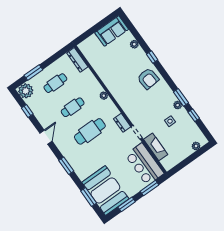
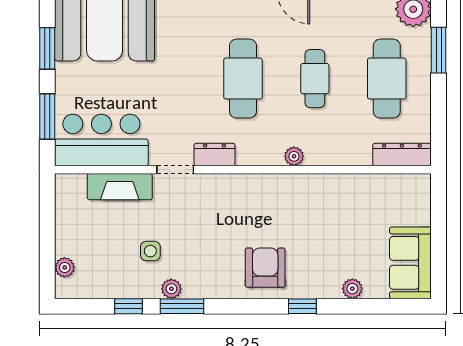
armchair: (148, 79) -> (265, 268), turned 95
cafe table: (55, 83) -> (387, 79), width x1.37, depth x1.35

